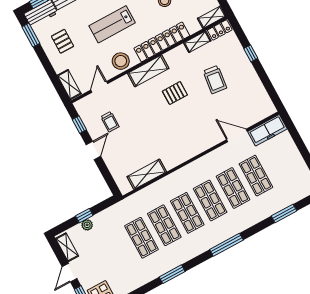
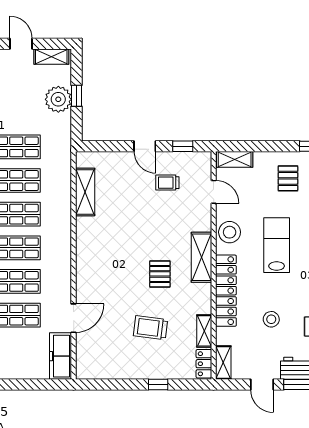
pallet: (63, 41) -> (288, 178), turned 90
plant: (87, 225) -> (58, 99), width x1.87, depth x1.87

